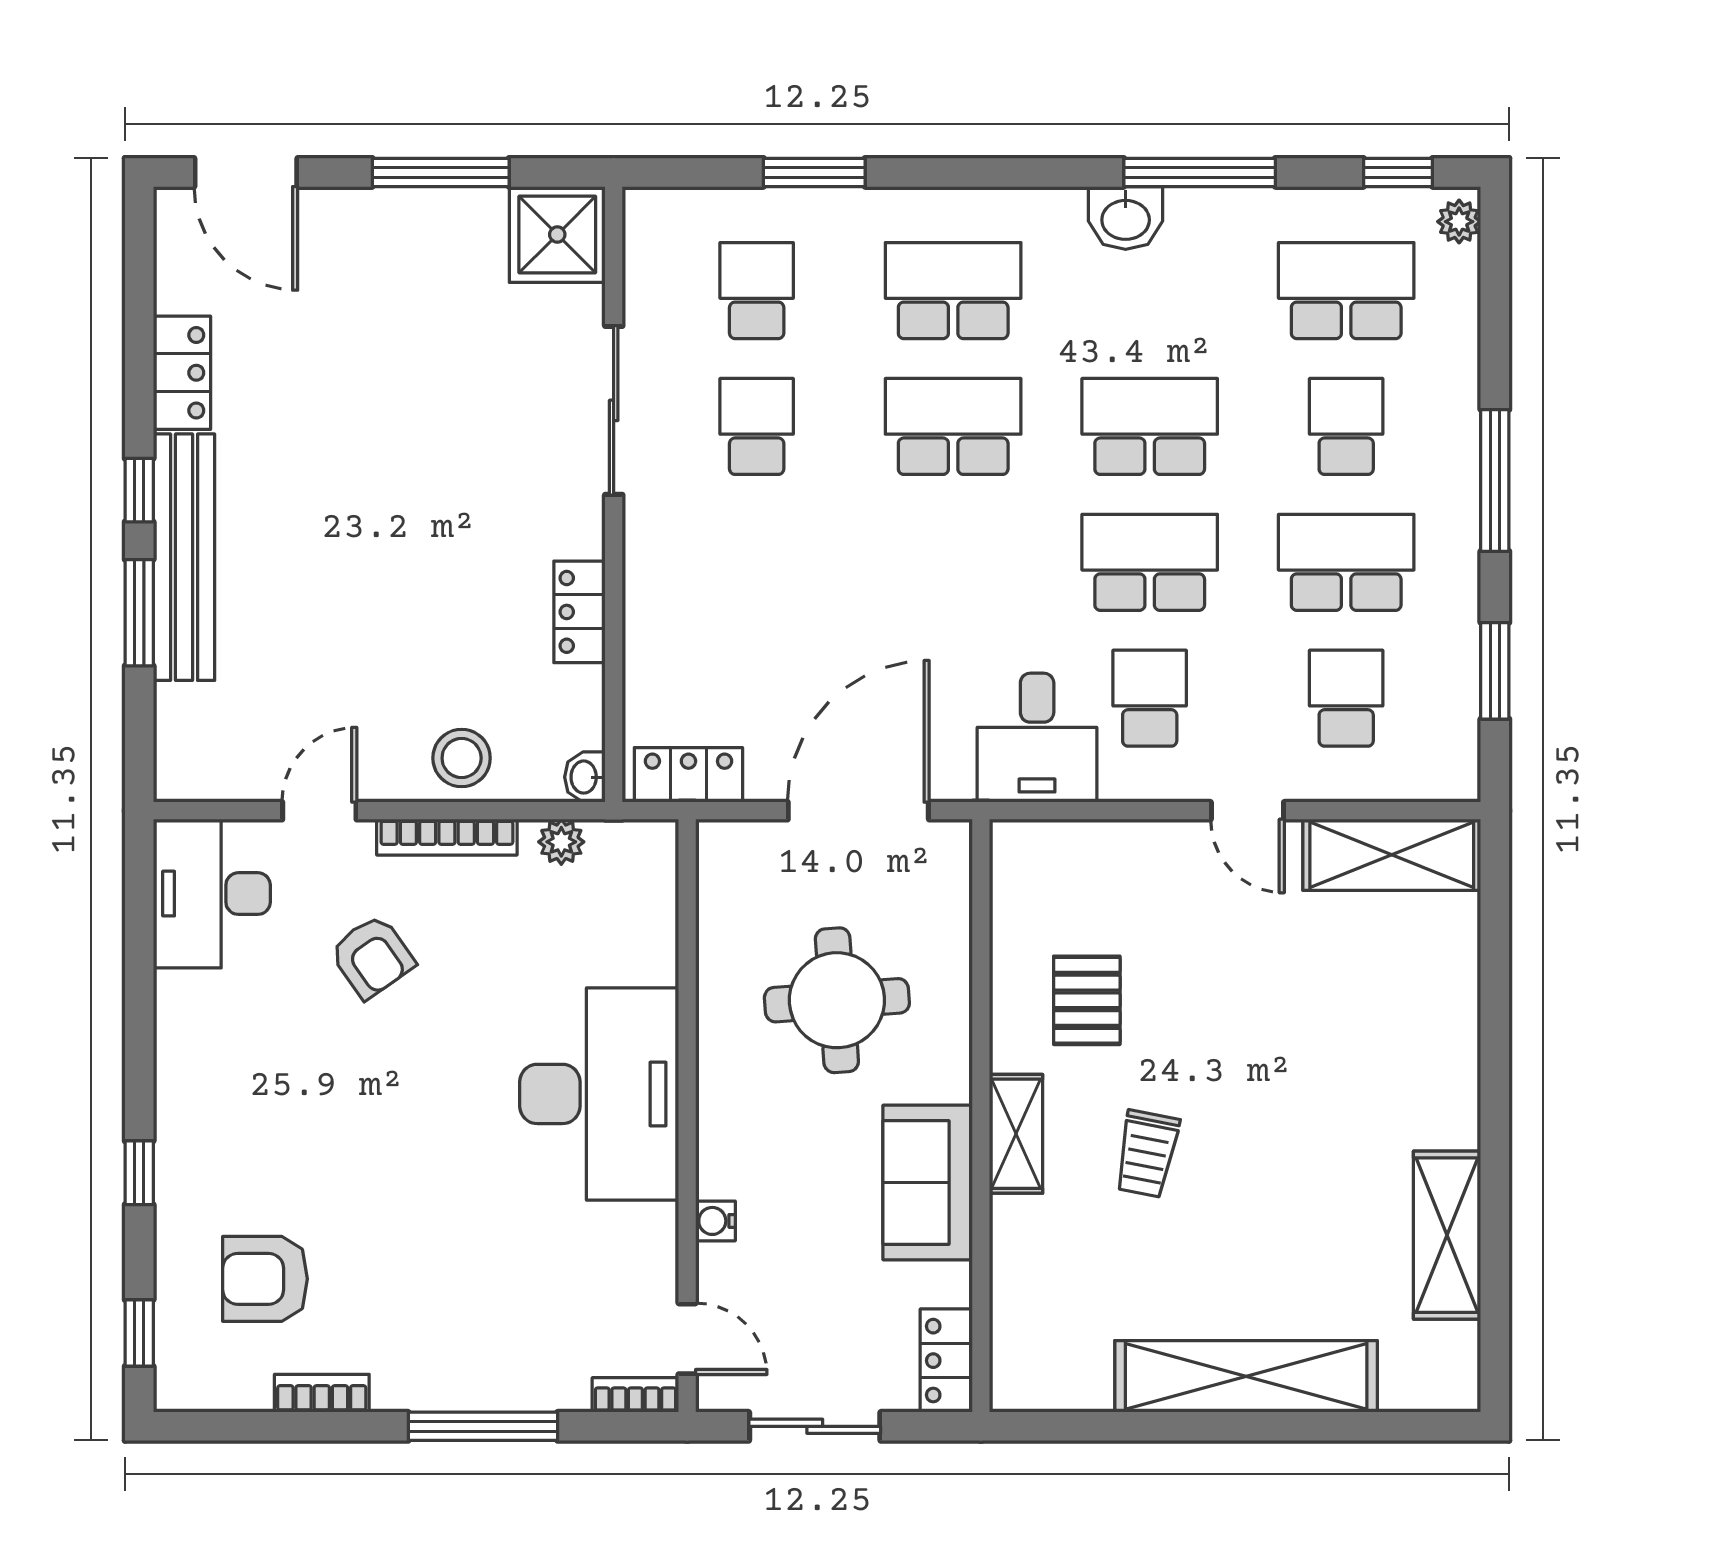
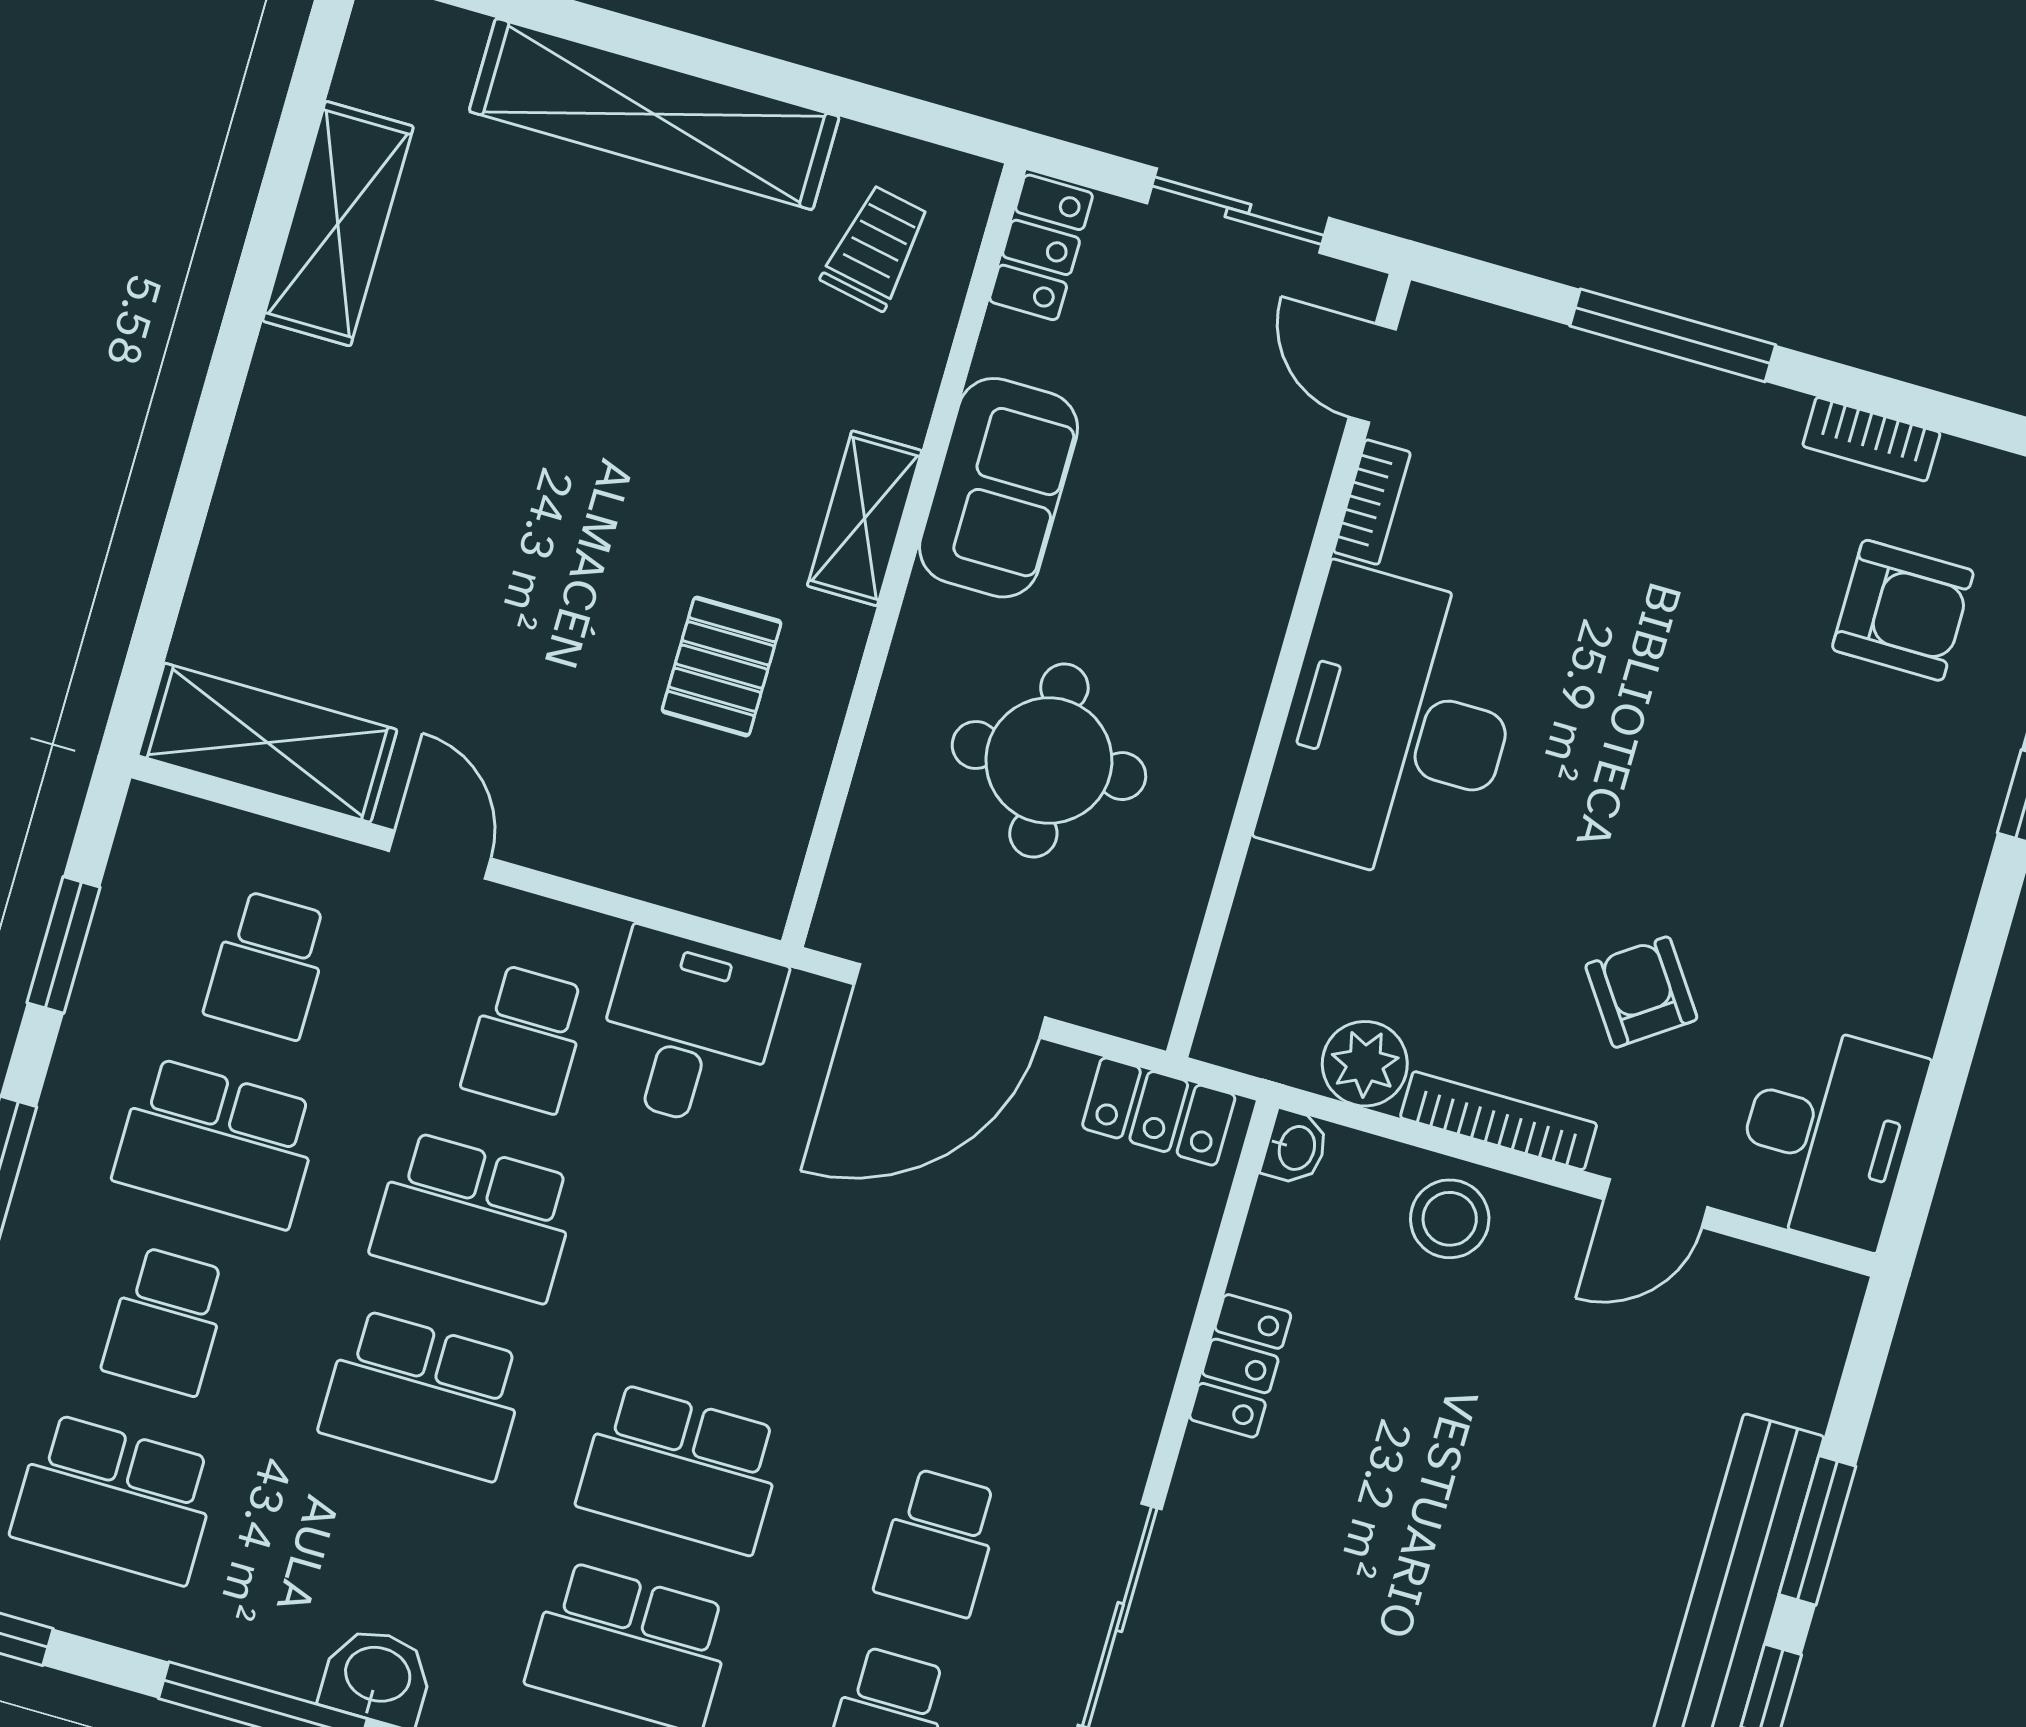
plant: (561, 842) -> (1365, 1064), width x1.38, depth x1.38
trolley: (1147, 1154) -> (876, 248), moved
water cooler: (715, 1221) -> (1291, 517), removed
bookcase: (635, 1395) -> (1372, 502), moved, turned -90

